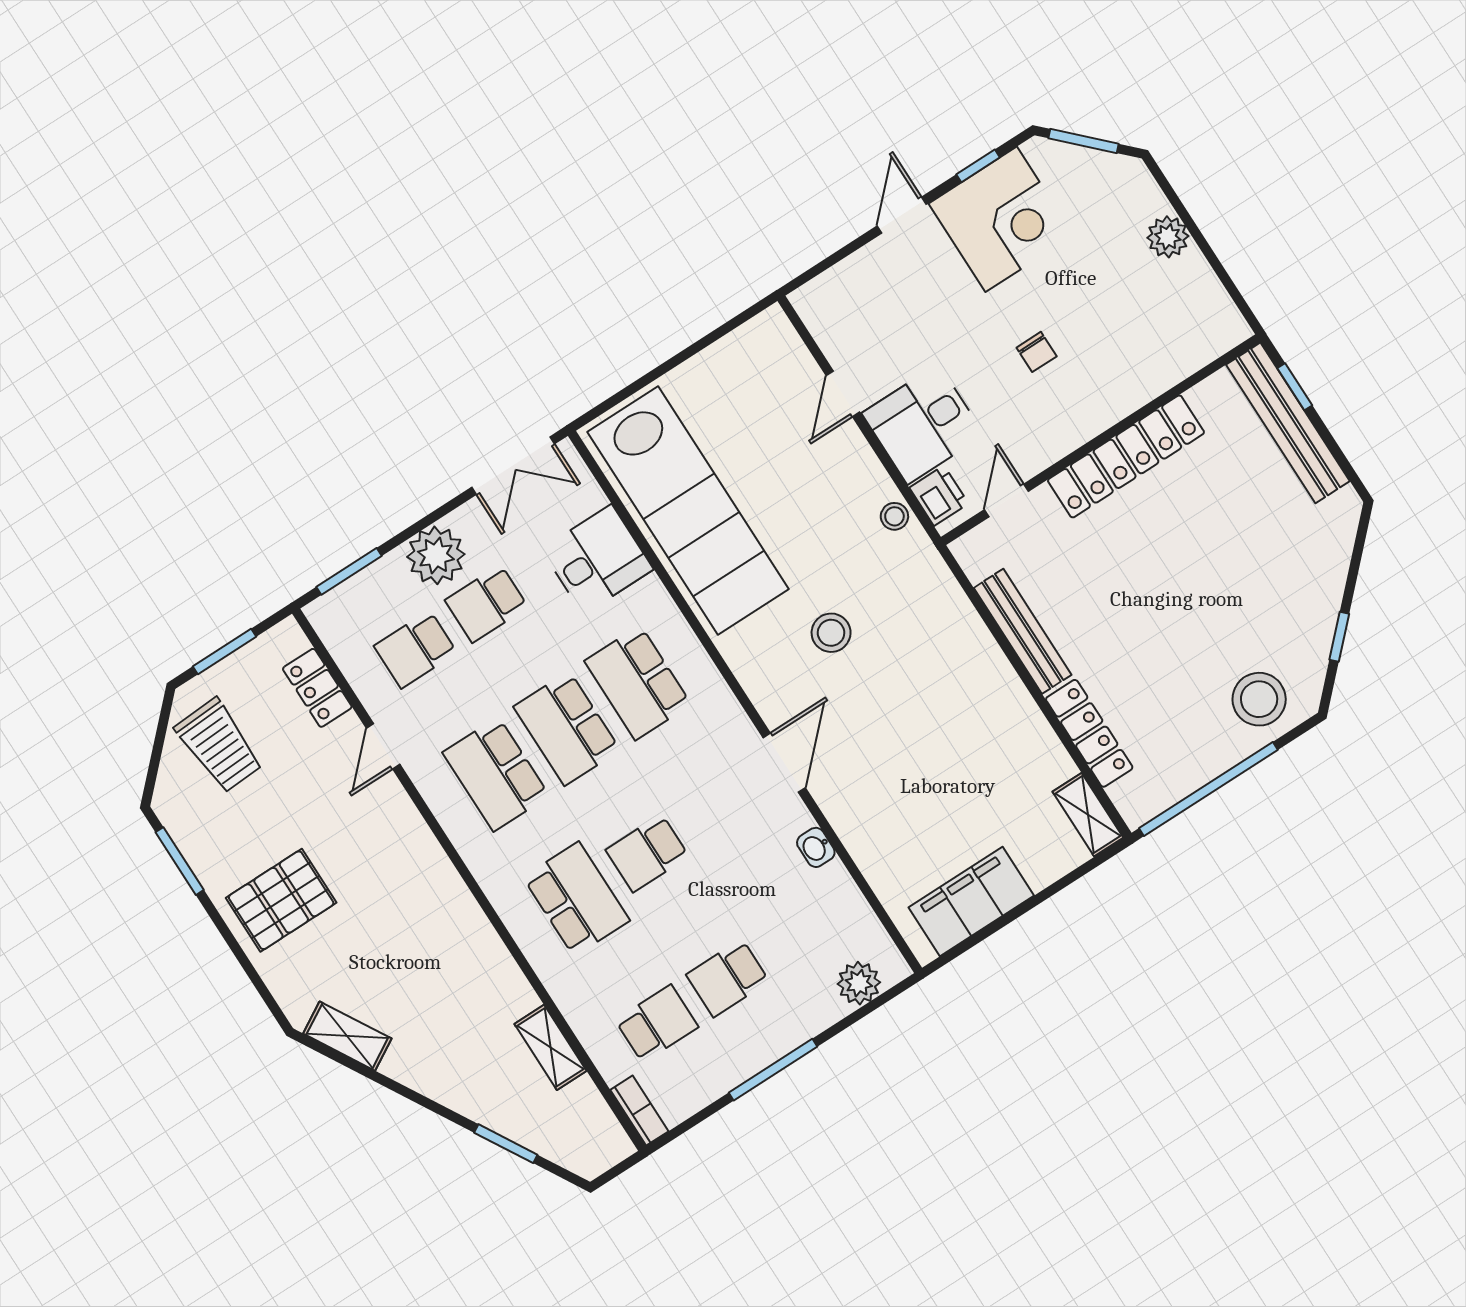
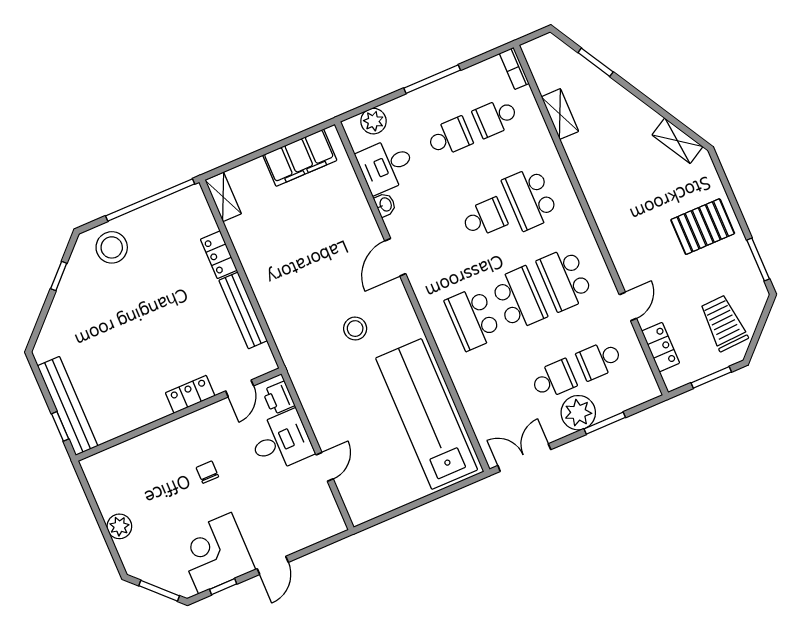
locker: (1126, 456) -> (190, 394), width x0.46, depth x0.83
stool: (894, 516) -> (307, 390), removed
desk: (597, 559) -> (386, 165), moved
window: (349, 571) -> (605, 423), moved
school desk: (416, 649) -> (599, 360), turned 180
school desk: (638, 683) -> (473, 318), turned 180
locker: (1089, 733) -> (219, 255), width x0.66
school desk: (496, 774) -> (565, 279), turned 180

